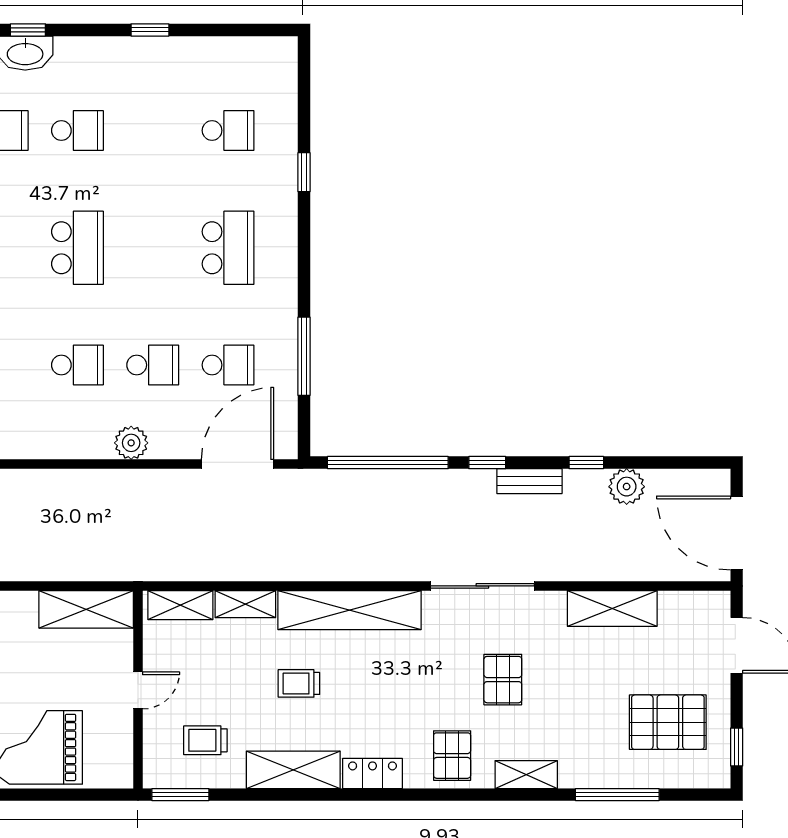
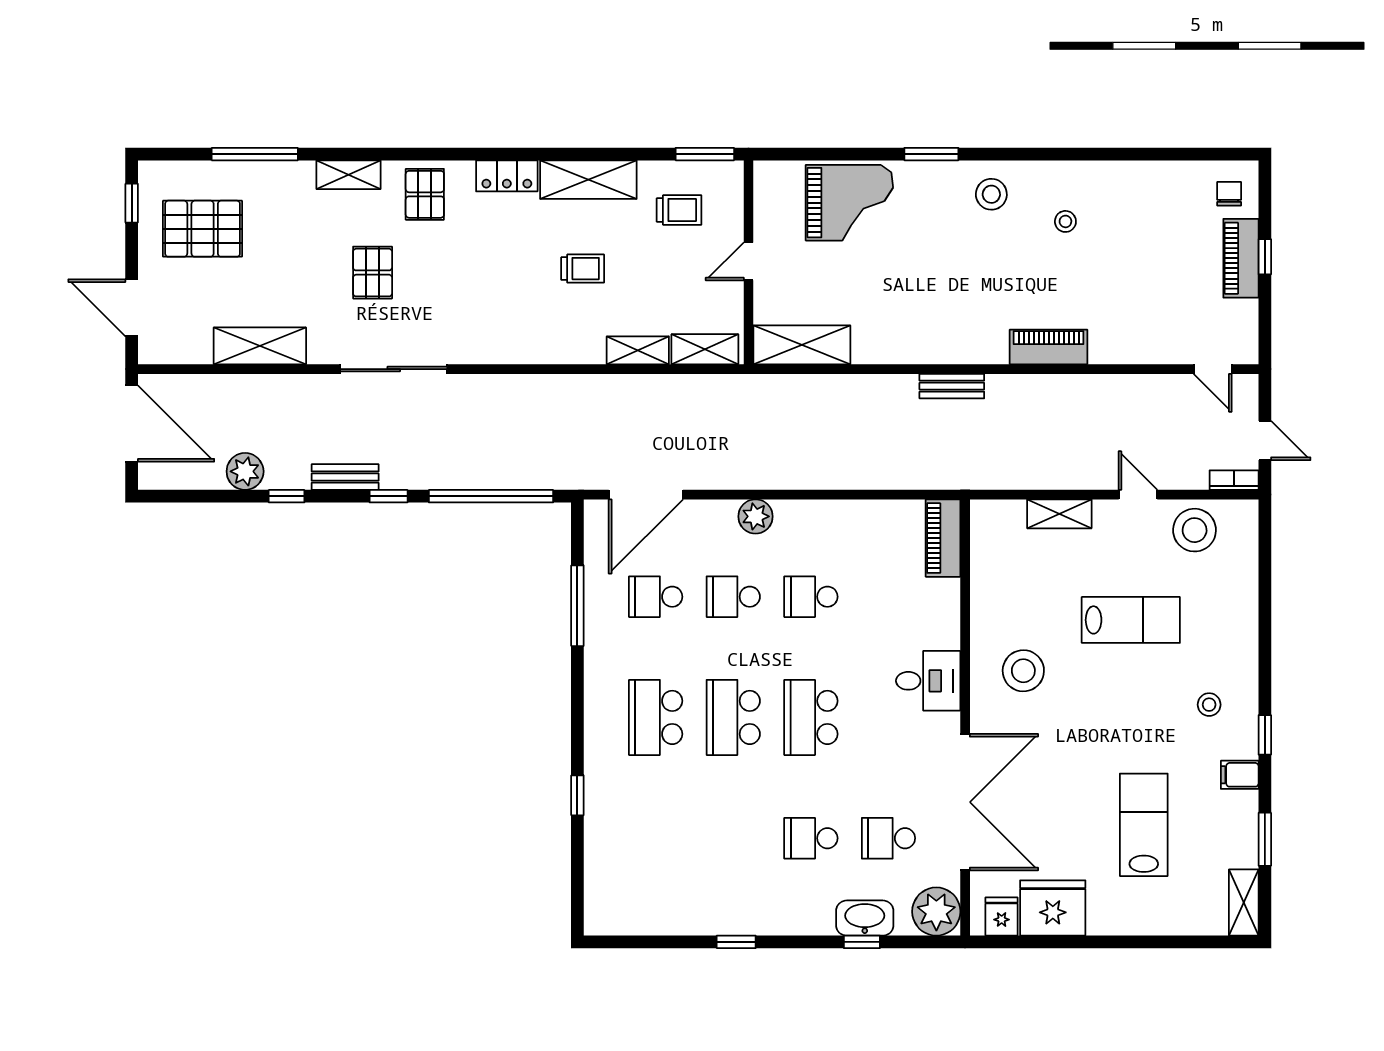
school desk: (228, 131) -> (733, 717), moved, width x1.85
shelving: (350, 610) -> (530, 344), removed

